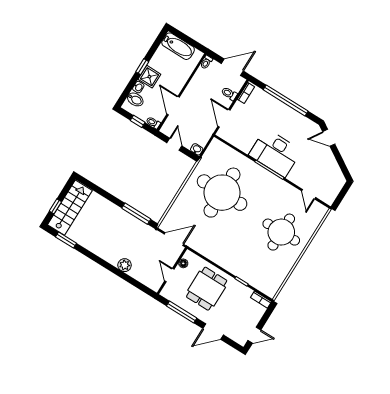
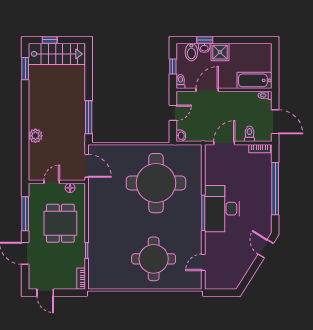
bathtub: (178, 46) -> (255, 80), moved, turned 90
window: (142, 67) -> (205, 40), moved
dining table: (207, 289) -> (60, 223), turned 90

